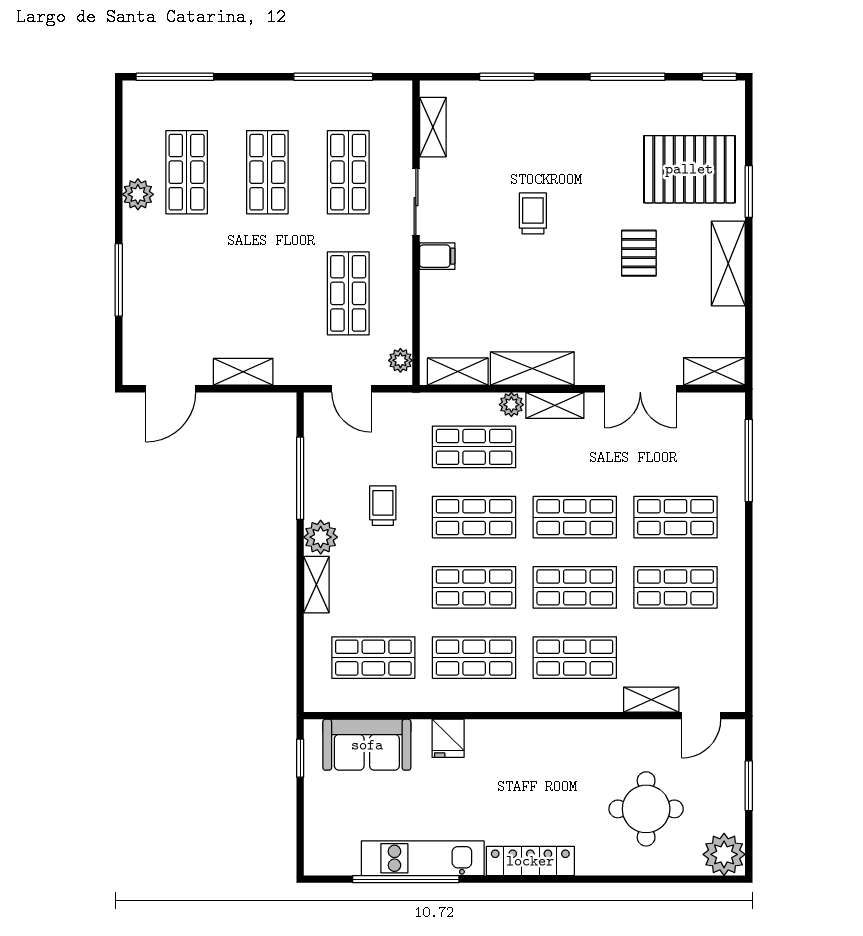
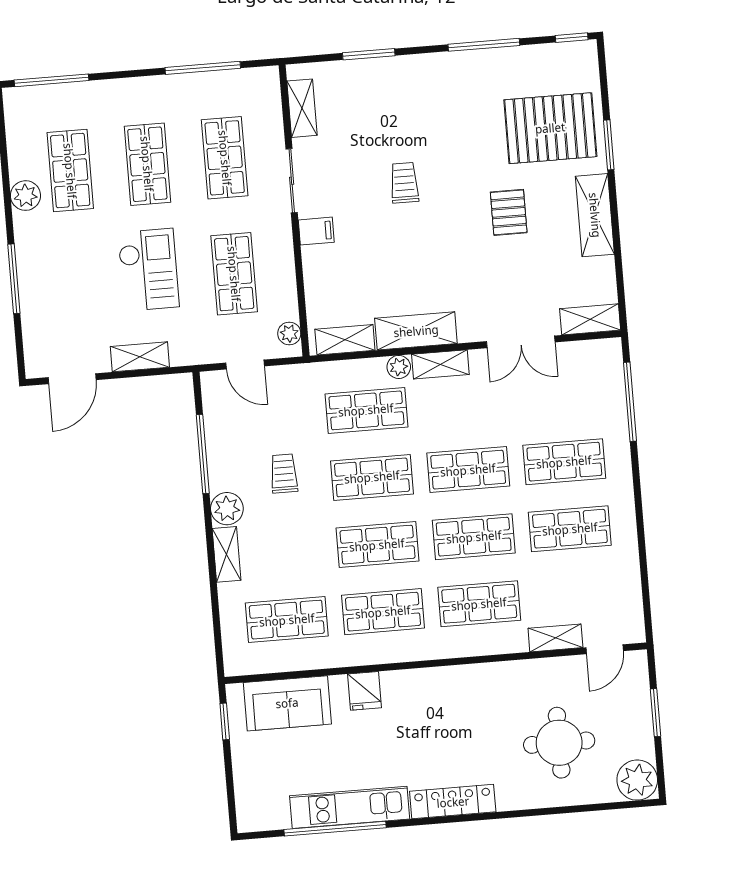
checkout: (259, 282) -> (148, 270), added

